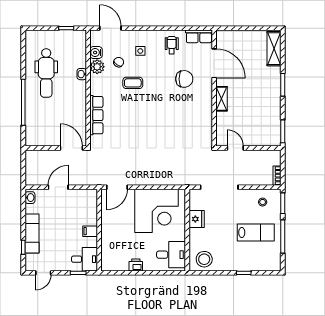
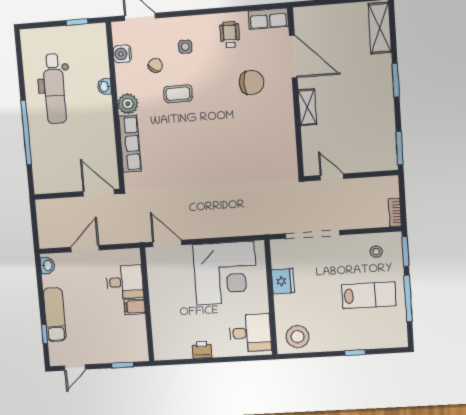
plant: (97, 67) -> (128, 104), moved
door: (117, 187) -> (167, 243), swing flipped
desk: (85, 259) -> (125, 282), moved

